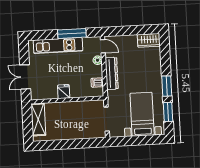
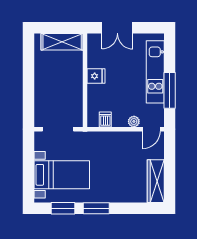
wardrobe: (149, 40) -> (156, 181), width x1.50
dresser: (112, 73) -> (116, 139), removed
double door: (25, 77) -> (117, 28), swing flipped

